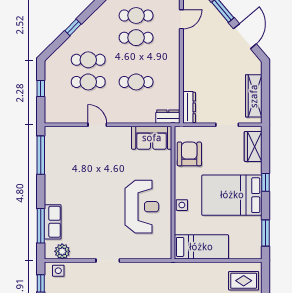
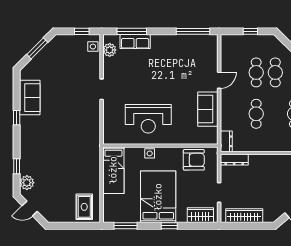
sofa: (152, 138) -> (208, 109), moved

